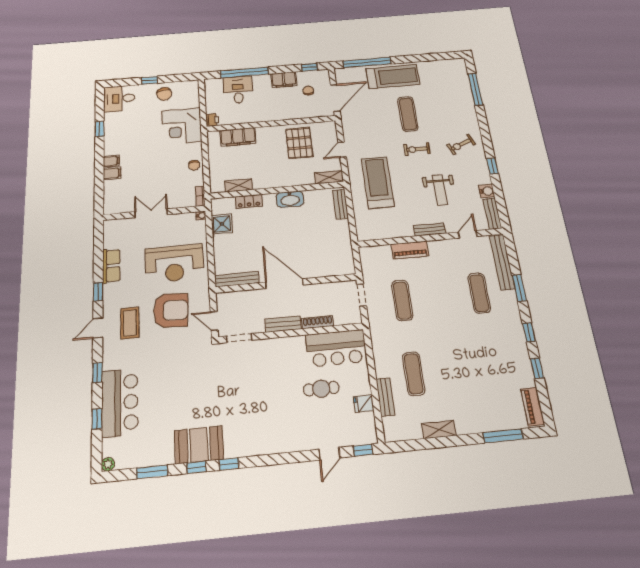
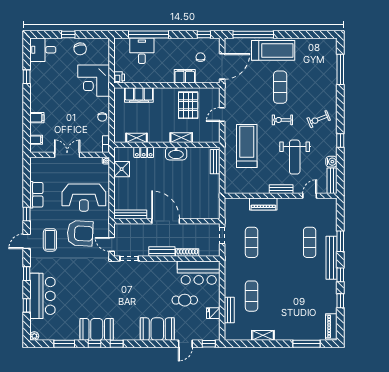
filing cabinet: (284, 80) -> (185, 76), moved, turned 180
filing cabinet: (111, 161) -> (36, 140), moved
shelving: (329, 177) -> (181, 138), moved
weight bench: (440, 190) -> (295, 157), width x1.36, depth x1.33
bench: (502, 262) -> (332, 258), moved
booth: (286, 435) -> (157, 329), added

